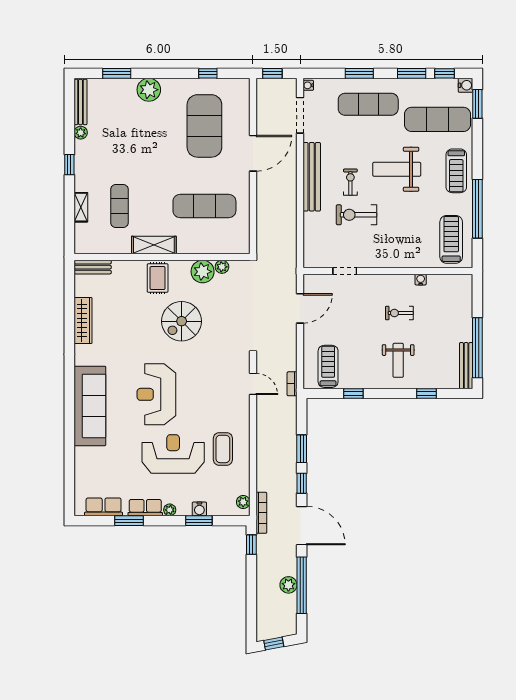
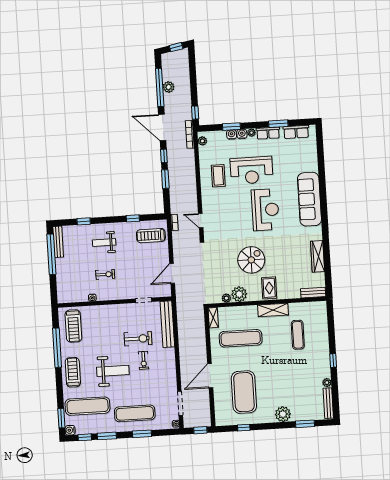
bench: (312, 177) -> (167, 324), moved
shelving: (81, 207) -> (213, 318), moved
weight bench: (398, 360) -> (104, 243), turned -90
treadmill: (328, 366) -> (151, 236), turned 90
water cooler: (184, 509) -> (242, 134), added

